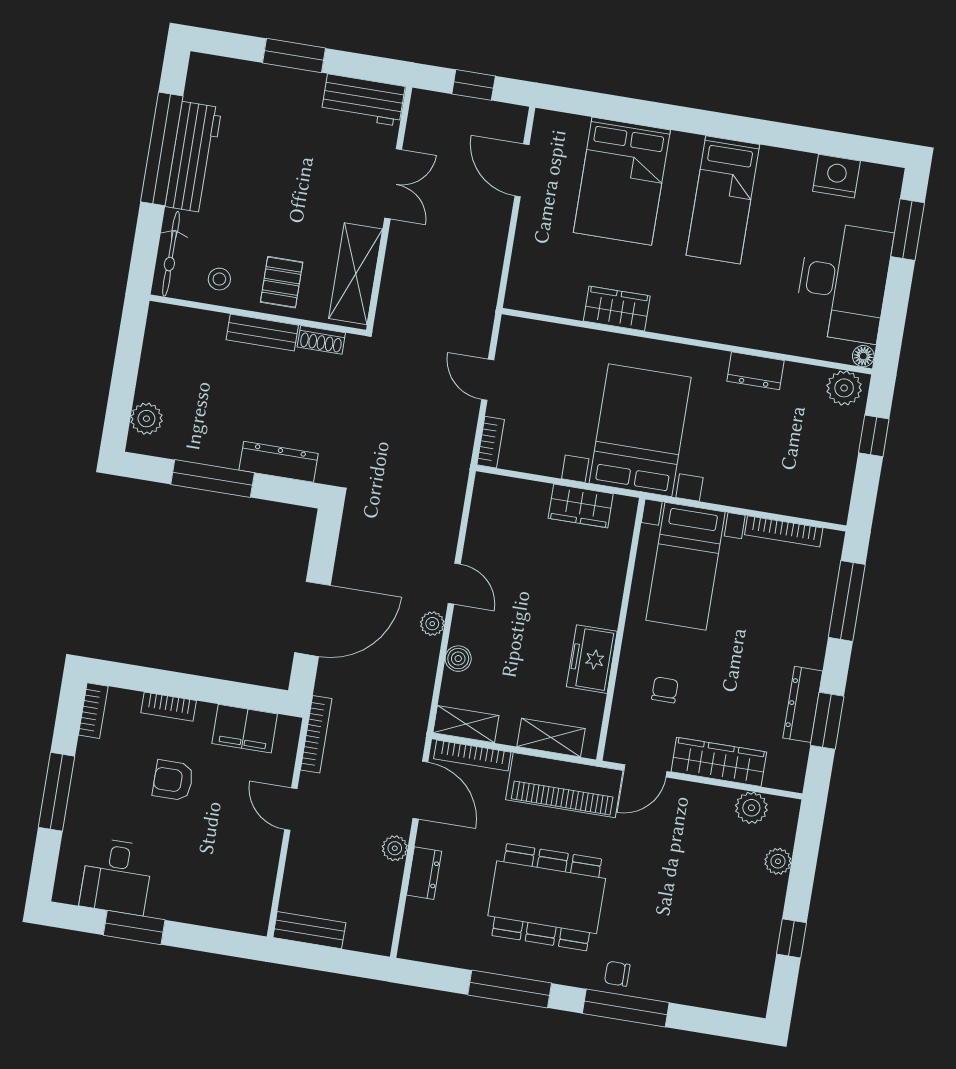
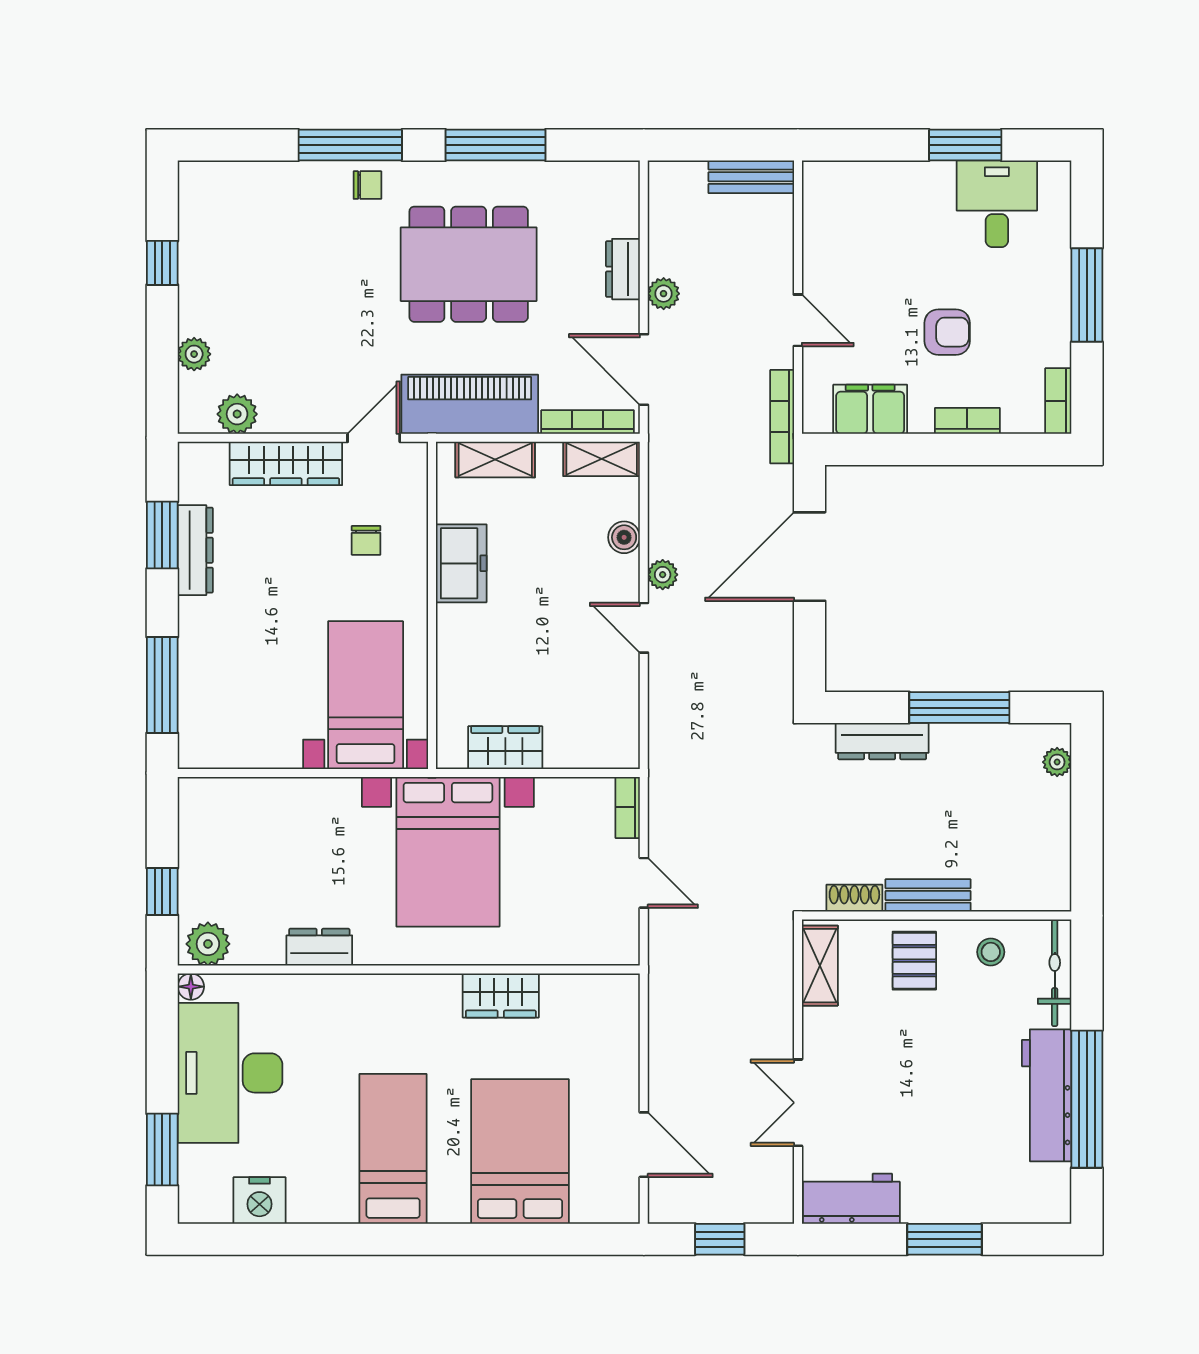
shelving: (356, 274) -> (820, 966), width x0.67, depth x0.75
plant: (146, 419) -> (1057, 762), width x0.73, depth x0.73
bookcase: (784, 531) -> (253, 757), removed

